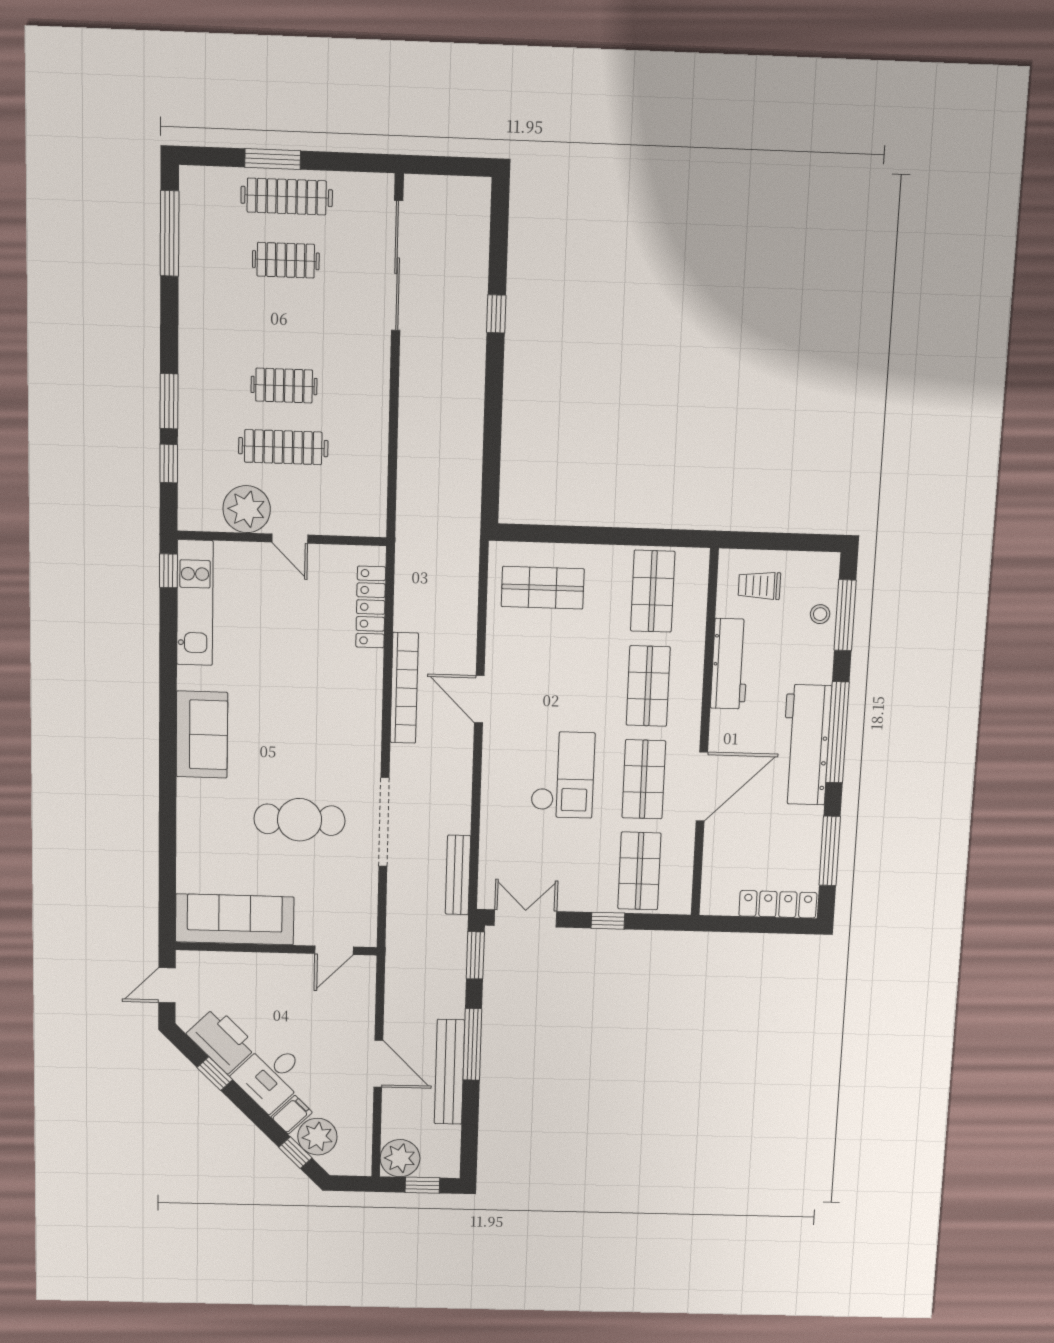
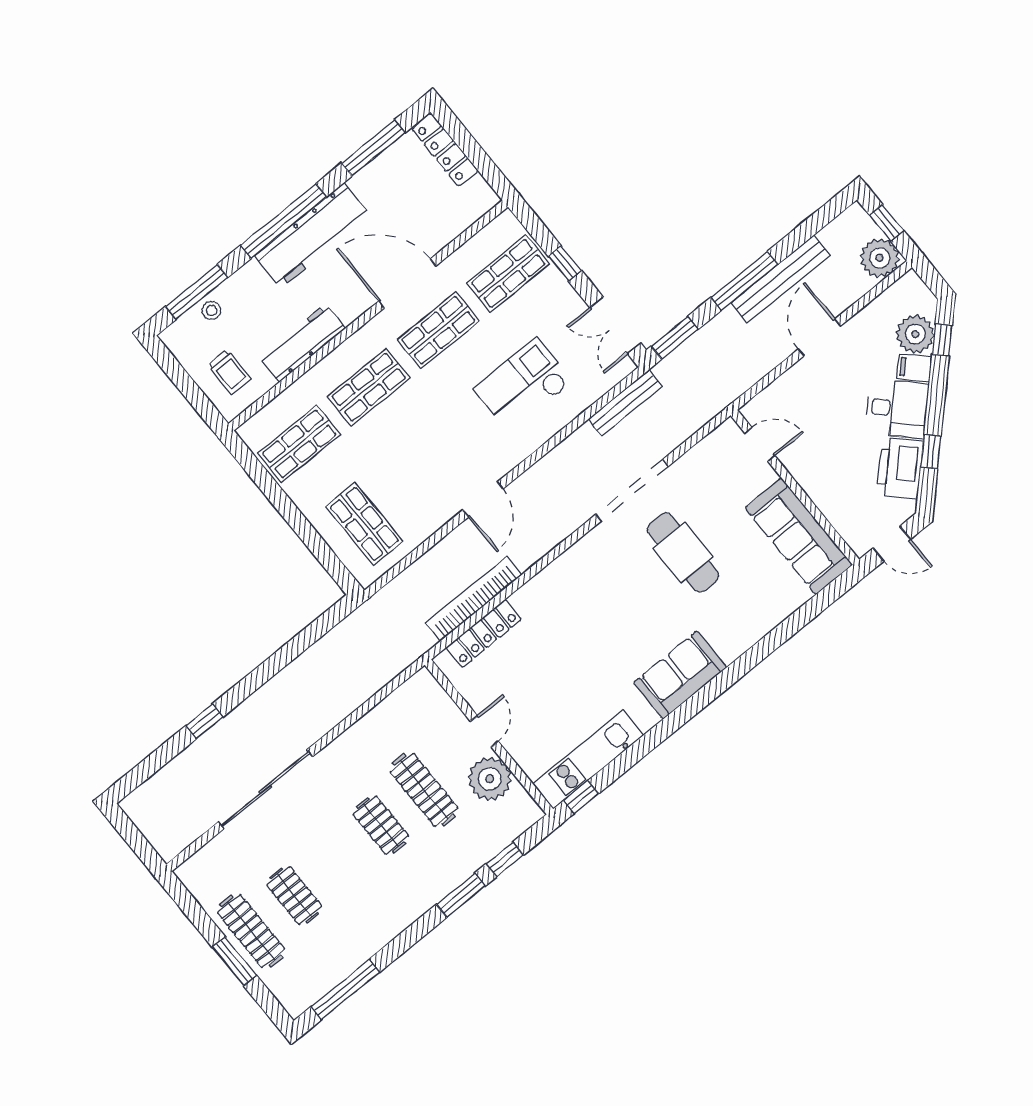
sliding door: (397, 266) -> (265, 789), moved
bookcase: (404, 688) -> (473, 599), moved
checkout: (563, 775) -> (523, 385), moved

